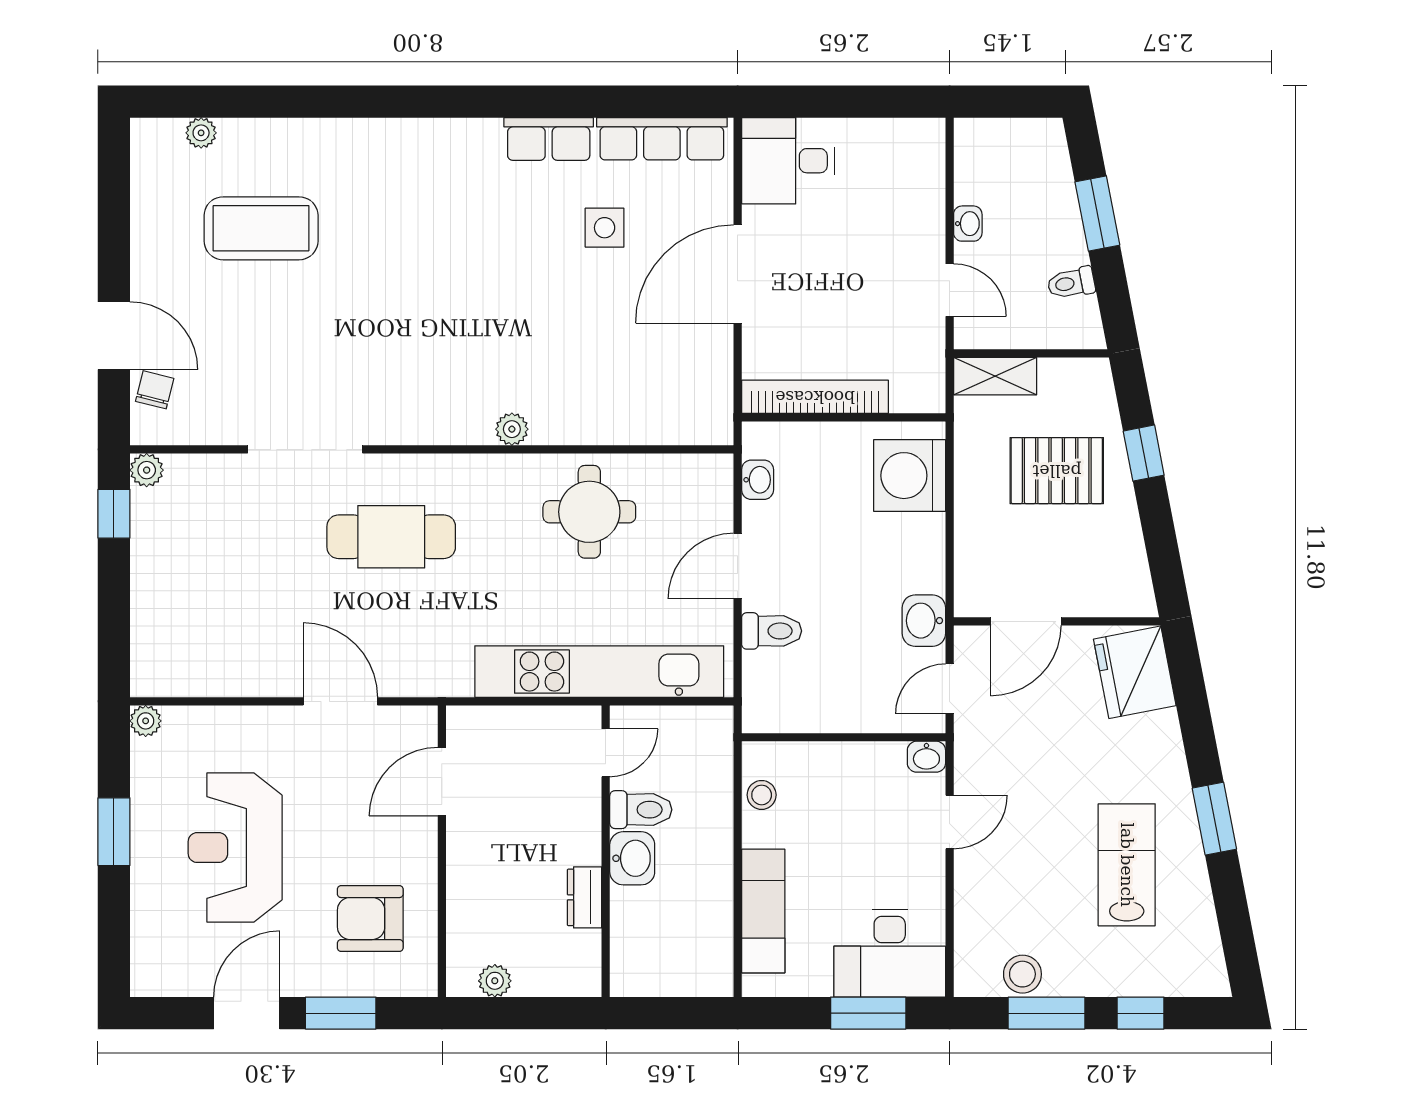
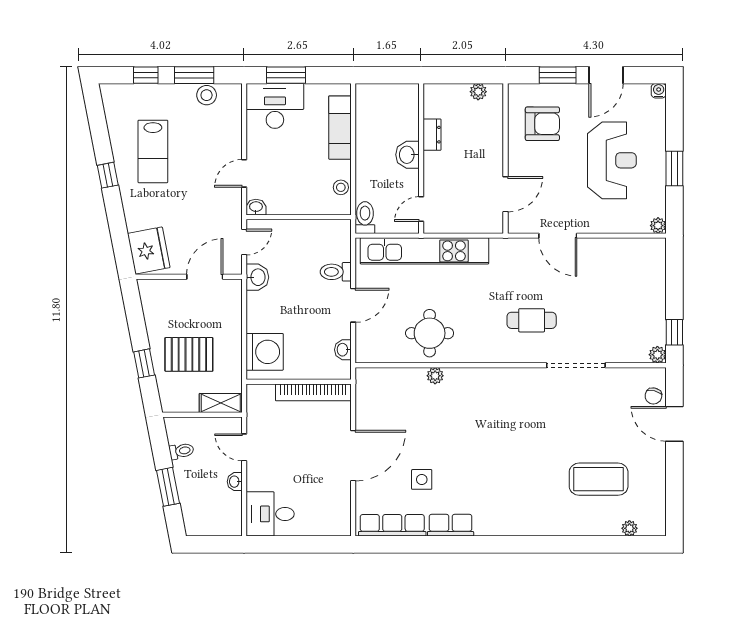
desk: (788, 161) -> (270, 514), moved, turned 180
plant: (512, 429) -> (435, 376), moved
cafe table: (391, 537) -> (532, 320), width x0.73, depth x0.74
toilet: (641, 810) -> (365, 218), moved, turned 90
window: (1214, 819) -> (108, 175), width x0.67
water cooler: (144, 983) -> (659, 91), added

